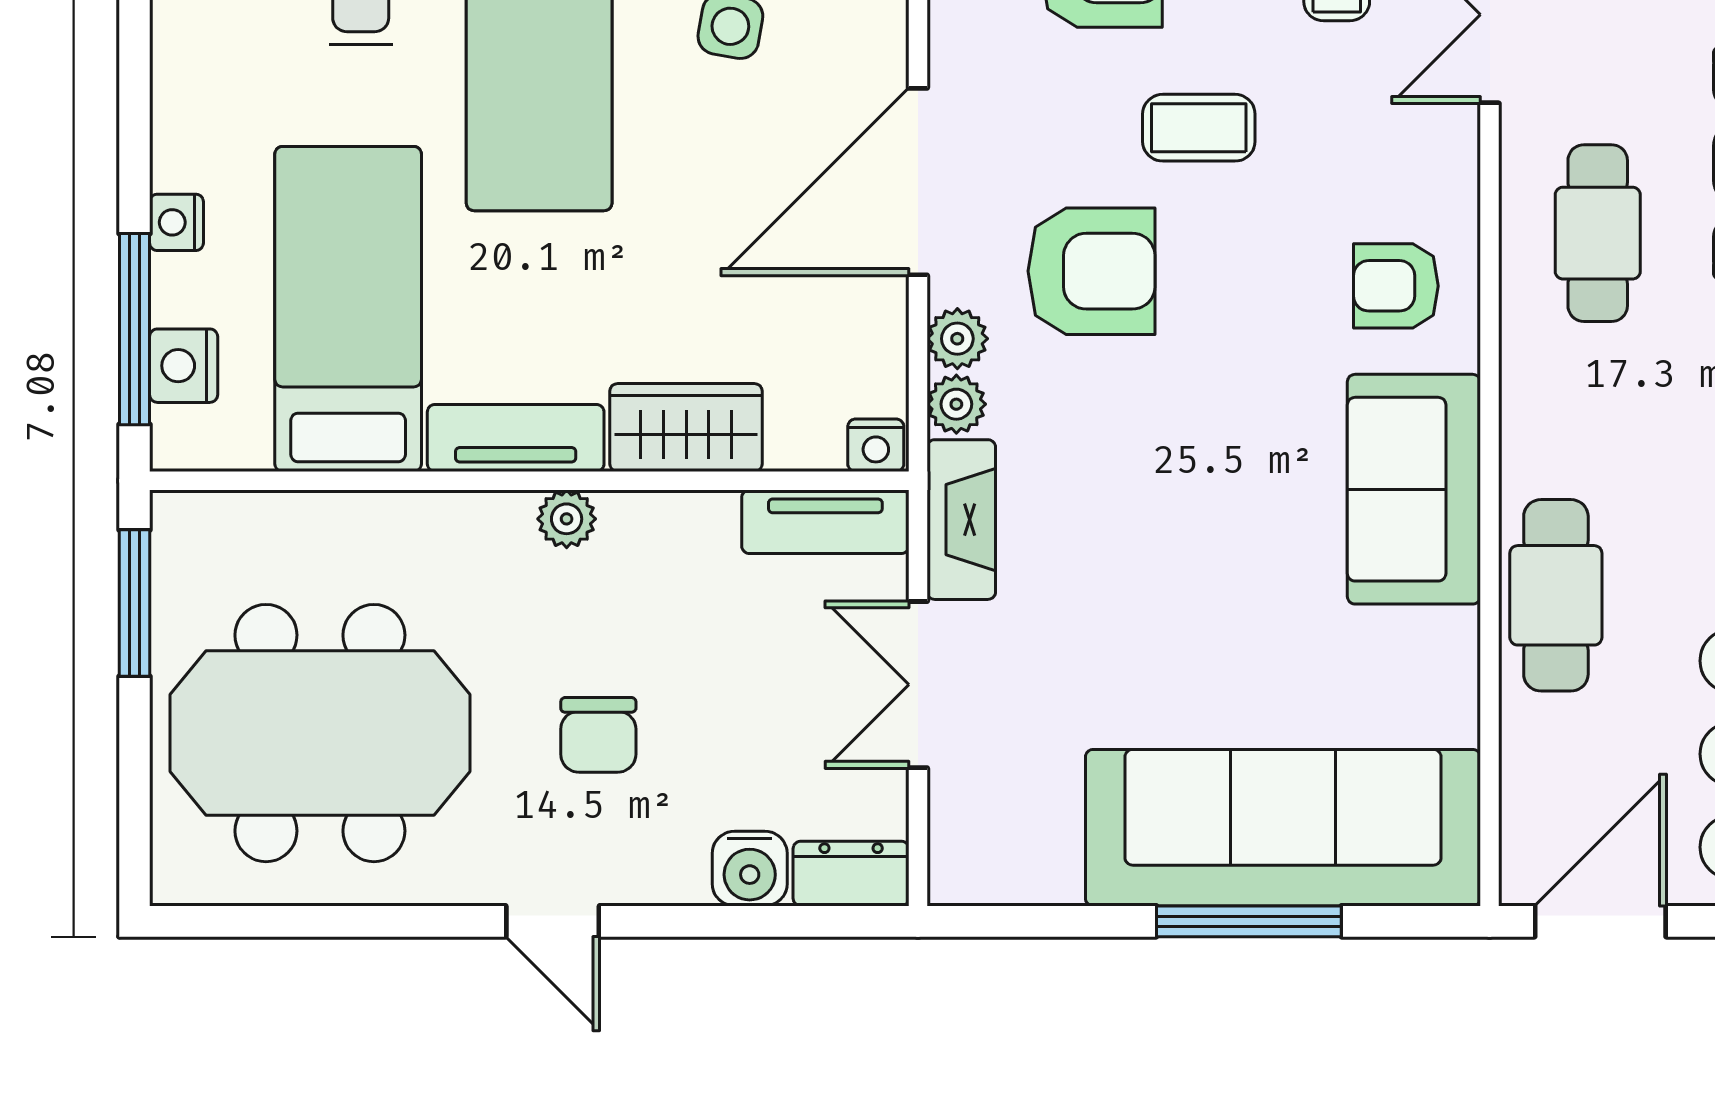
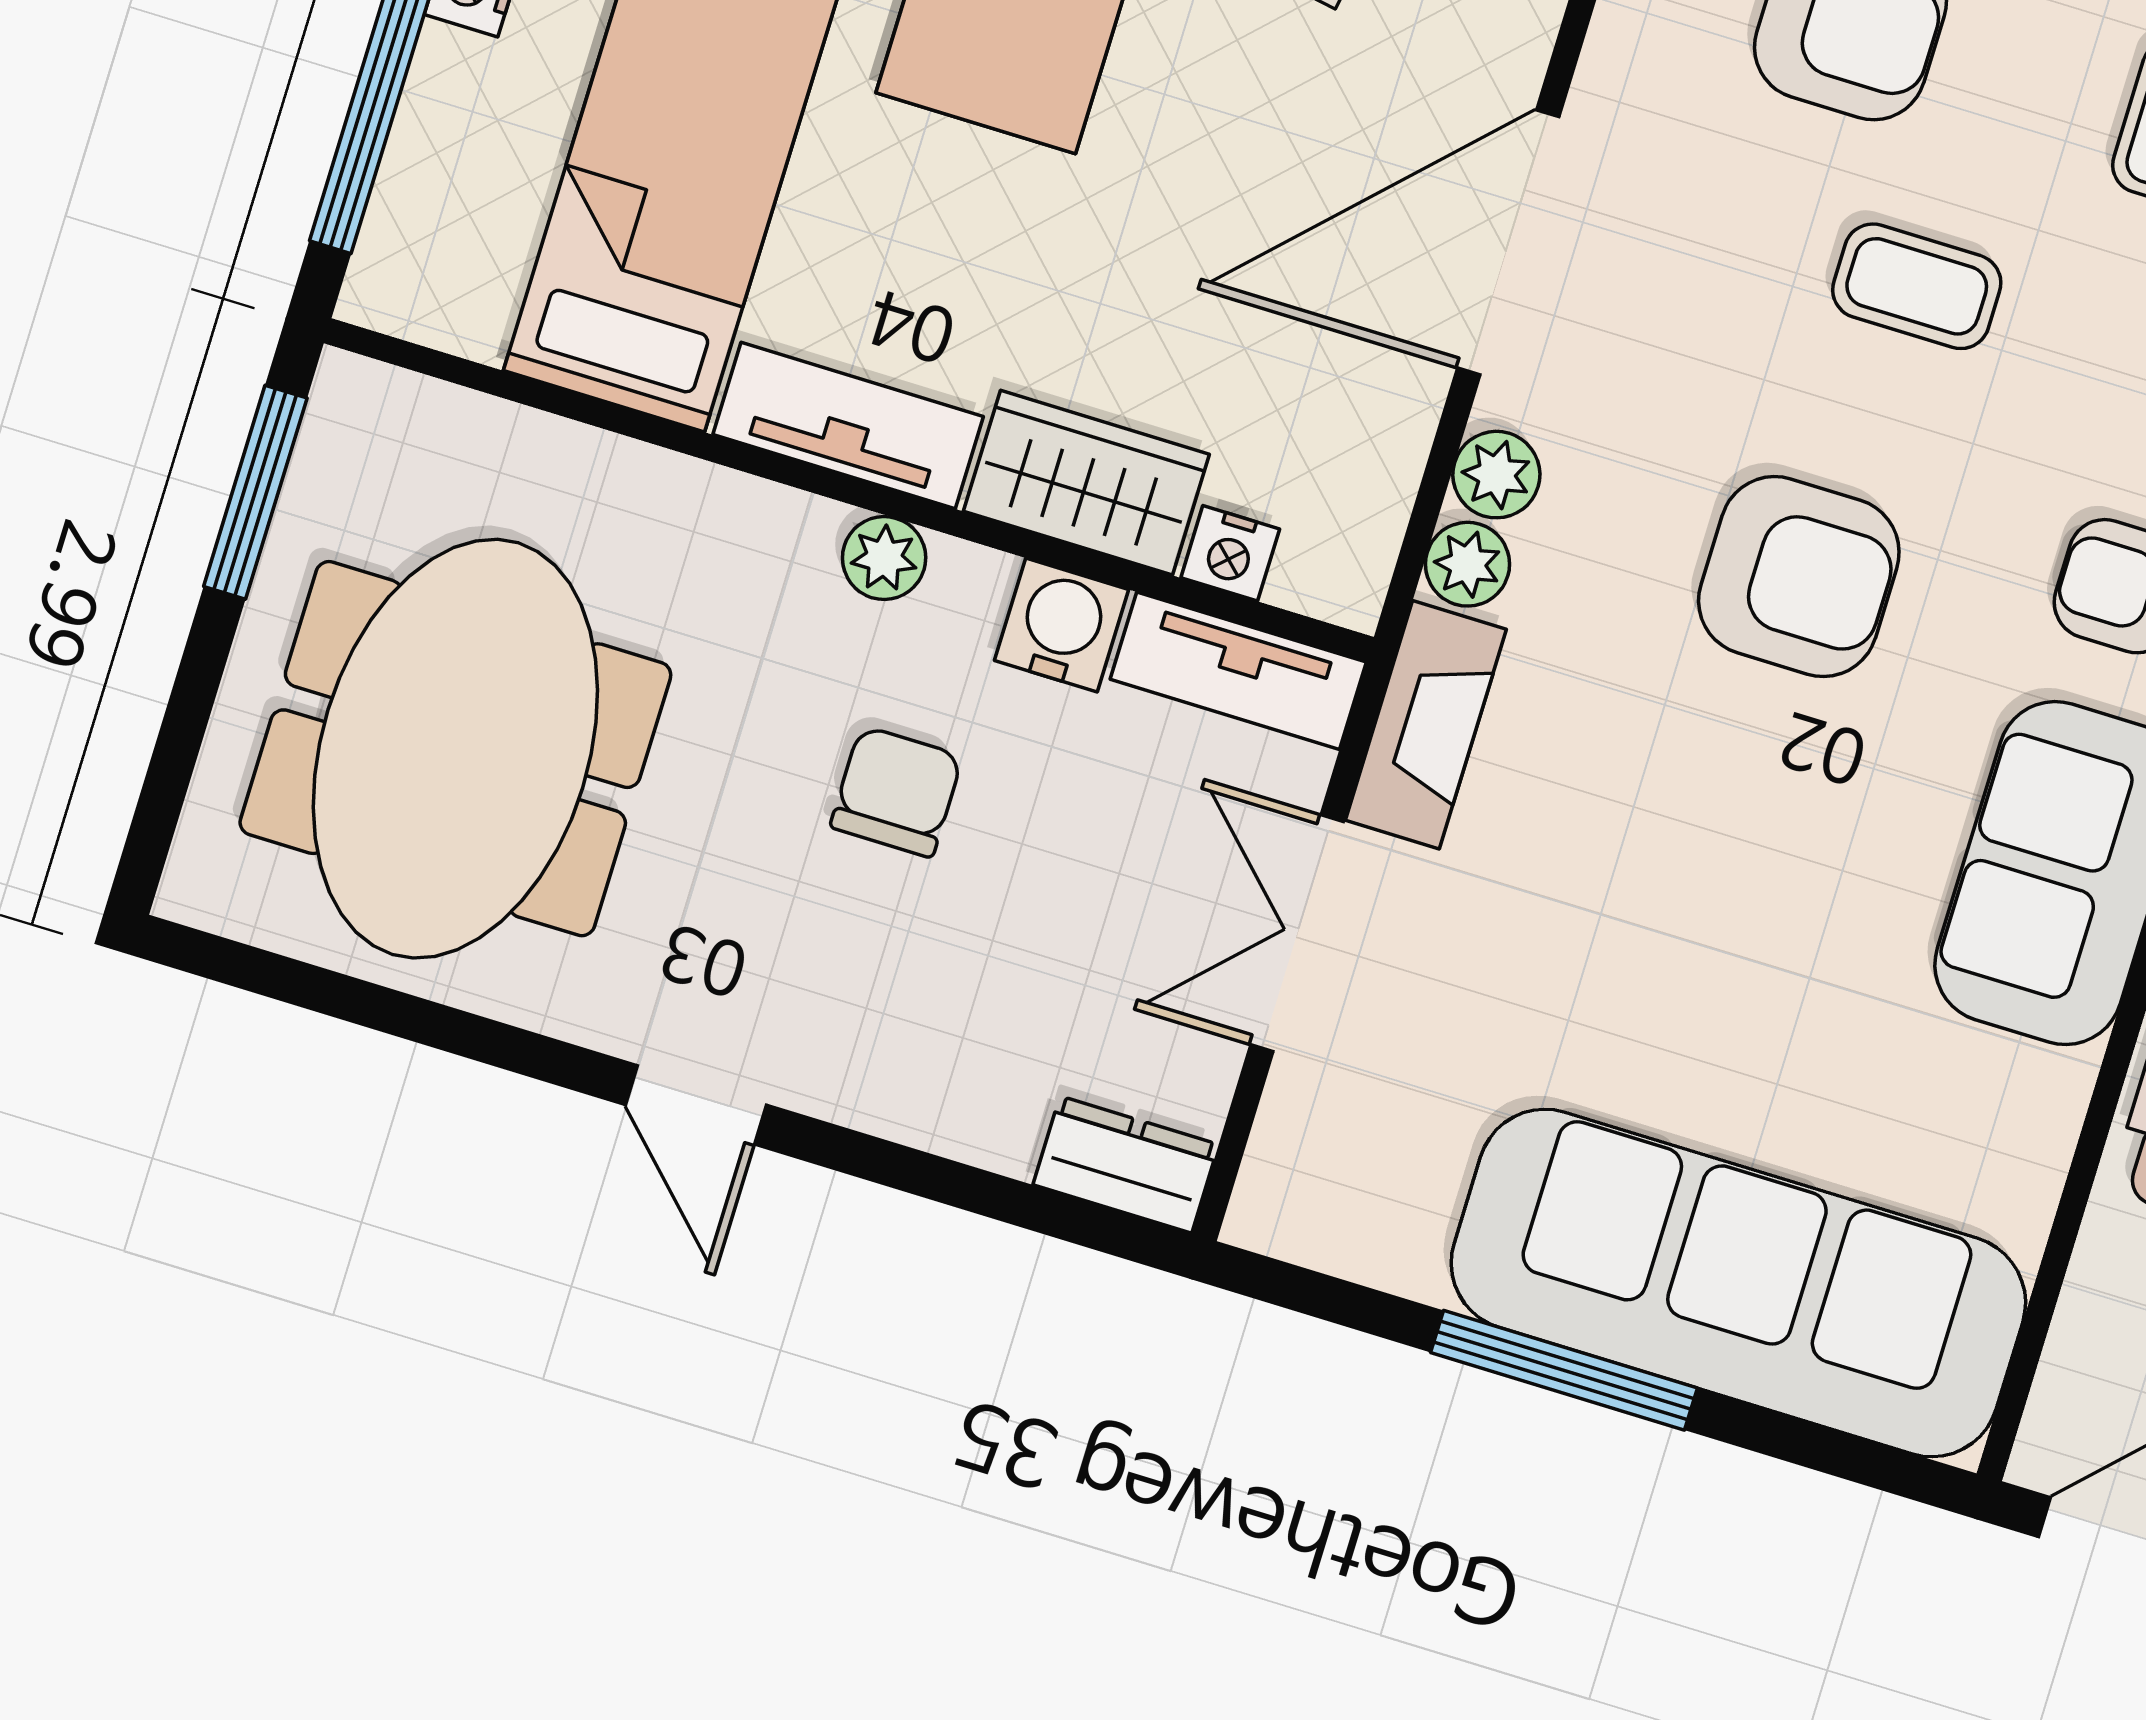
armchair: (1092, 271) -> (1799, 577), moved
nightstand: (184, 366) -> (422, 187), removed
nightstand: (876, 445) -> (1230, 553), moved
meeting table: (320, 733) -> (455, 749), turned 90
chair: (598, 735) -> (896, 792), moved, turned 180
water cooler: (750, 869) -> (1061, 625), moved, turned 180
window: (1249, 921) -> (1564, 1370), moved

